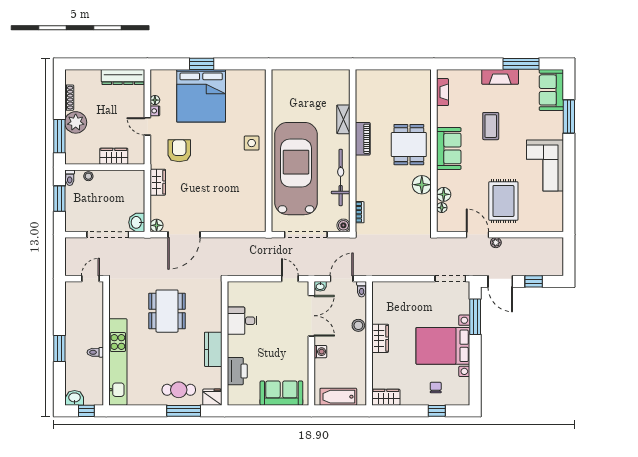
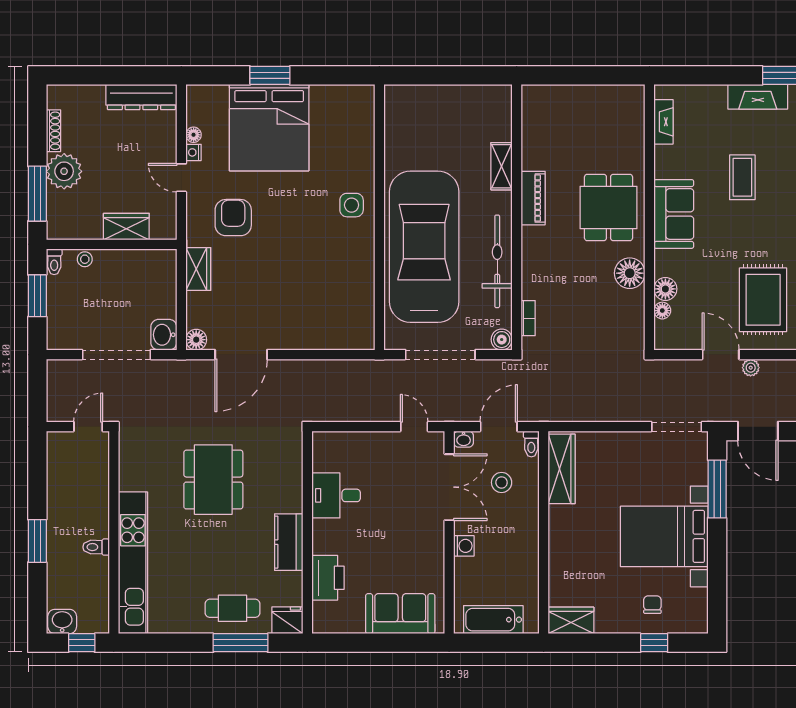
stool: (358, 325) -> (502, 482), moved
wardrobe: (380, 338) -> (562, 469), moved, width x1.50

